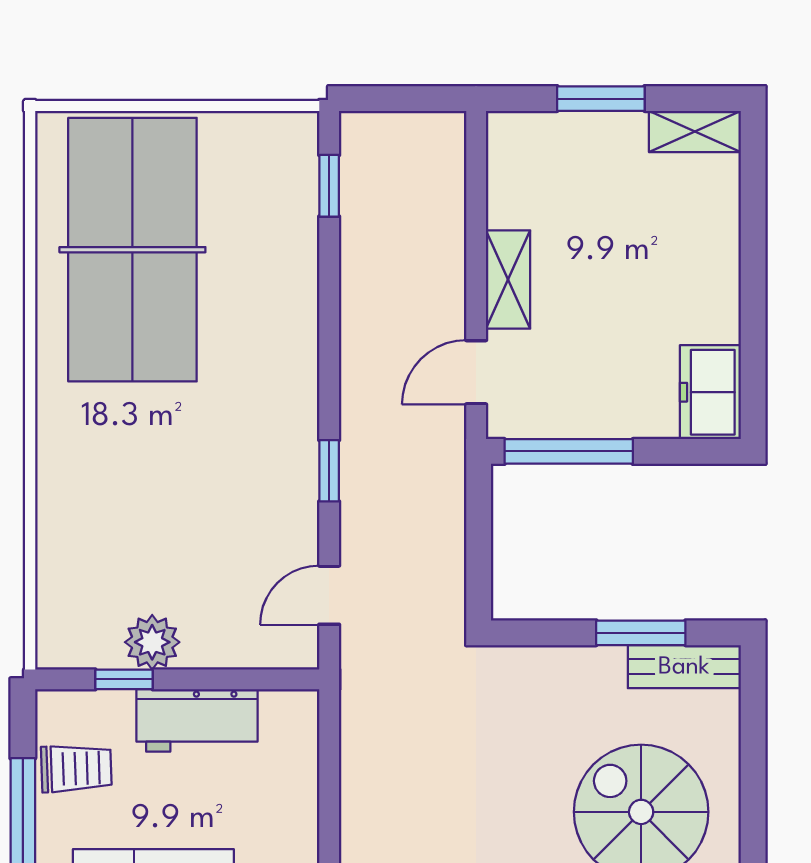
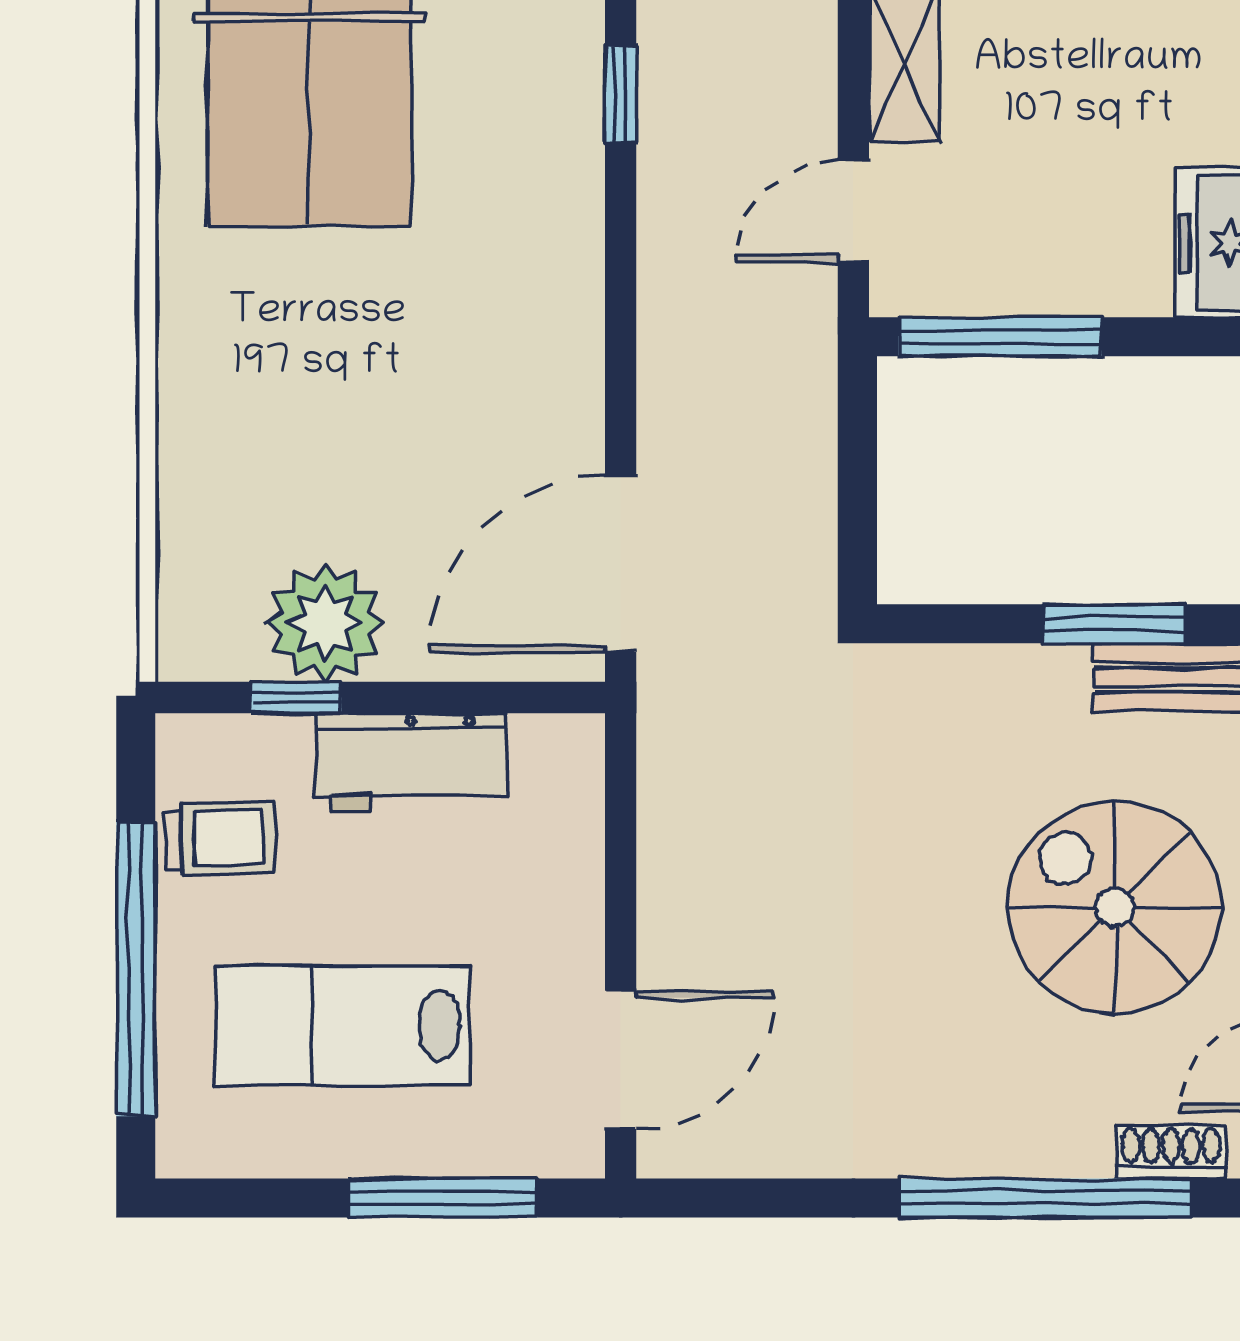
window: (329, 471) -> (621, 94), moved
door: (329, 595) -> (621, 564), width x1.87
plant: (152, 642) -> (325, 623), width x1.36, depth x1.36

